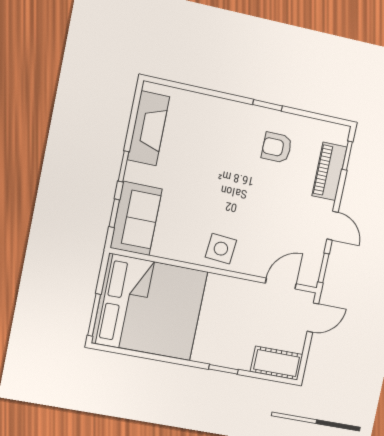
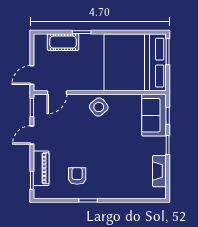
fireplace: (149, 128) -> (159, 171), width x0.73, depth x0.76
armchair: (277, 148) -> (77, 176), turned -90
door: (332, 226) -> (32, 135), hinge flipped
side table: (221, 249) -> (99, 107), turned 45
cot: (277, 363) -> (63, 42), moved

